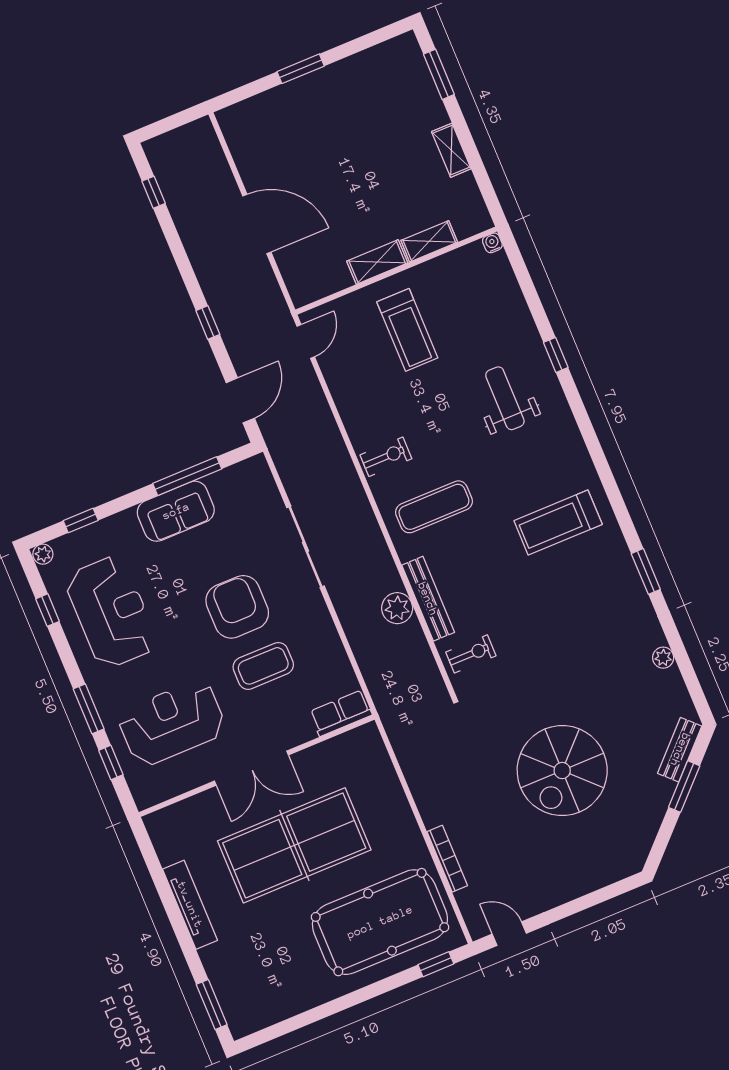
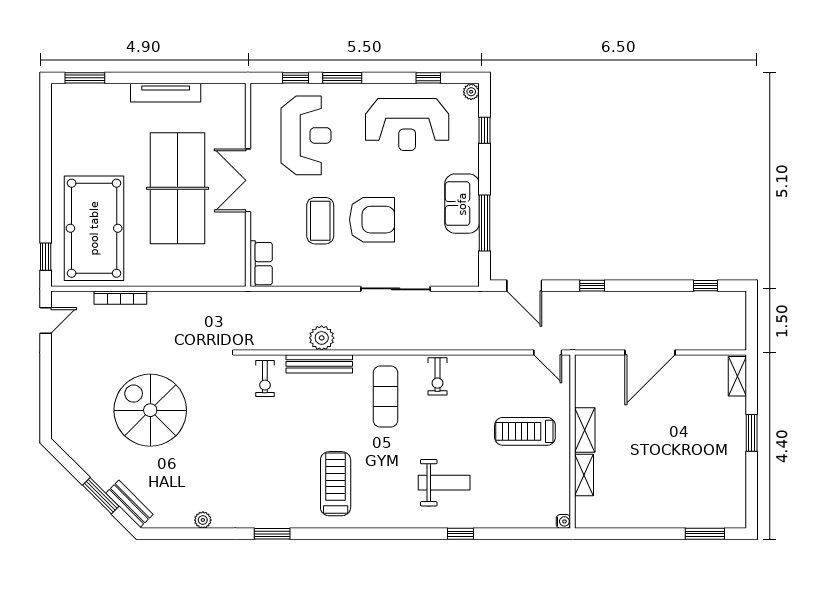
shelving: (451, 150) -> (737, 376), moved, turned 90

